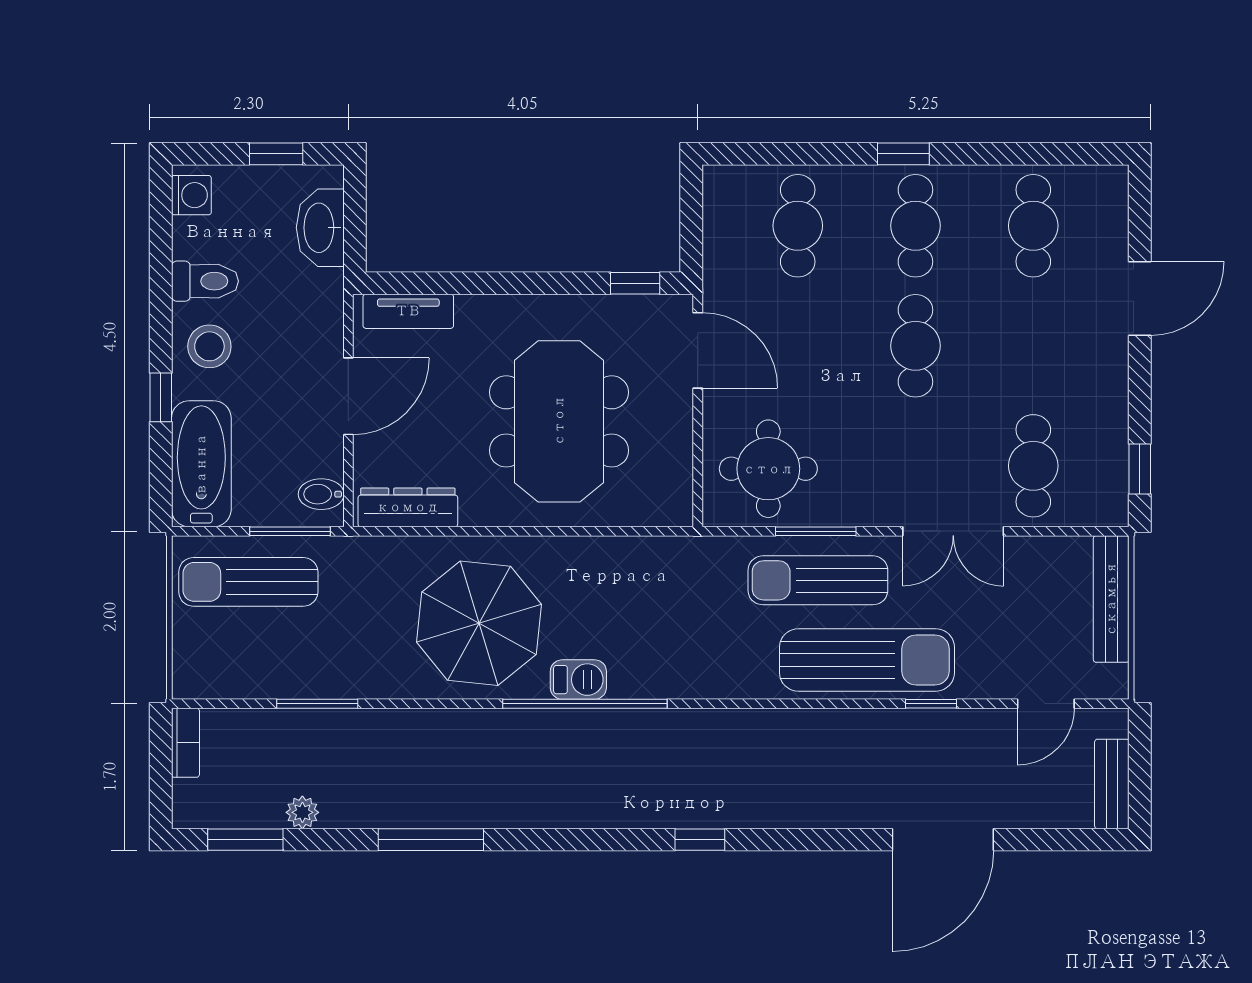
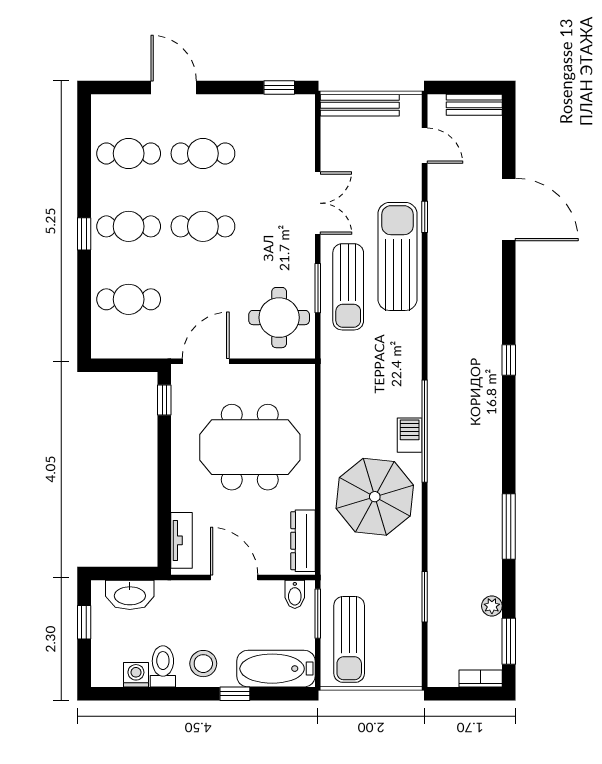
washing machine: (191, 195) -> (136, 675), moved
cafe table: (1033, 466) -> (203, 153), moved
bookcase: (185, 743) -> (481, 678), moved

